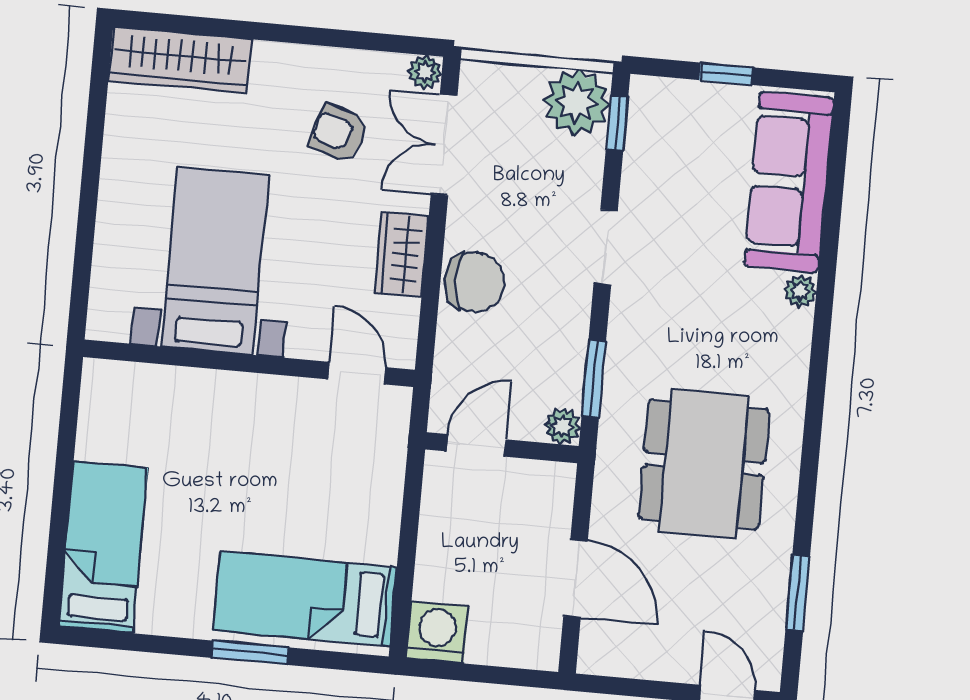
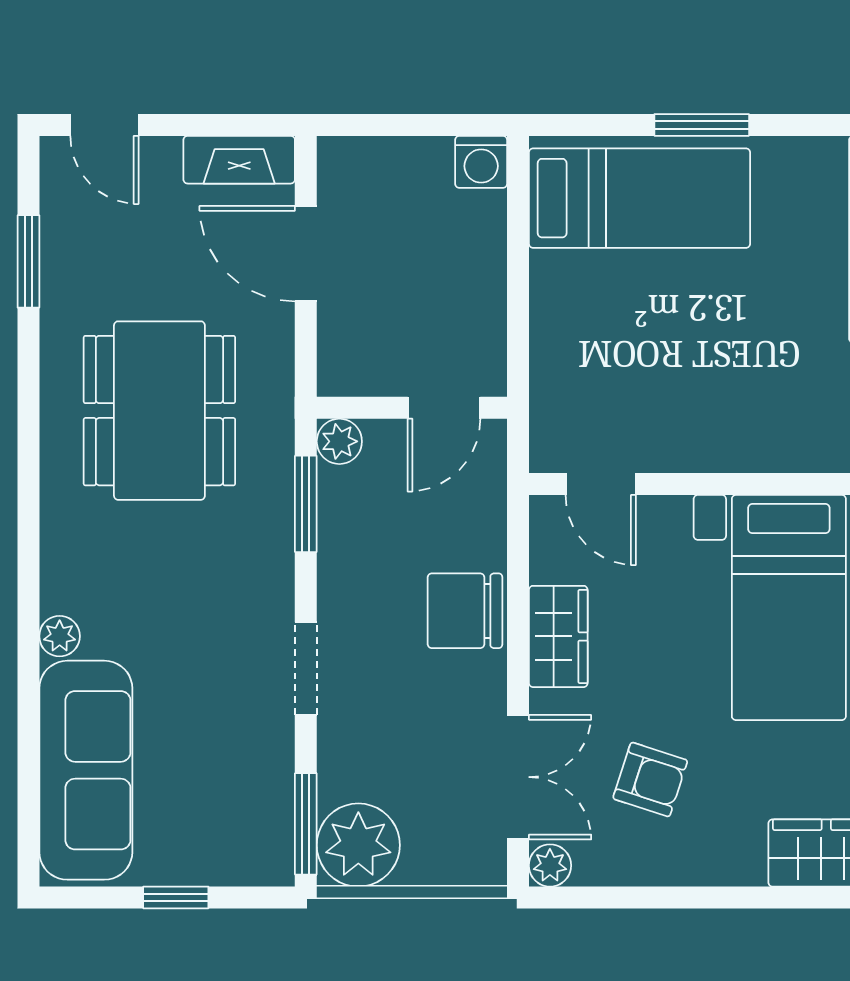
window: (617, 123) -> (306, 824), width x1.50
washing machine: (437, 632) -> (481, 162), width x0.73, depth x0.73
fireplace: (622, 659) -> (239, 160), added

